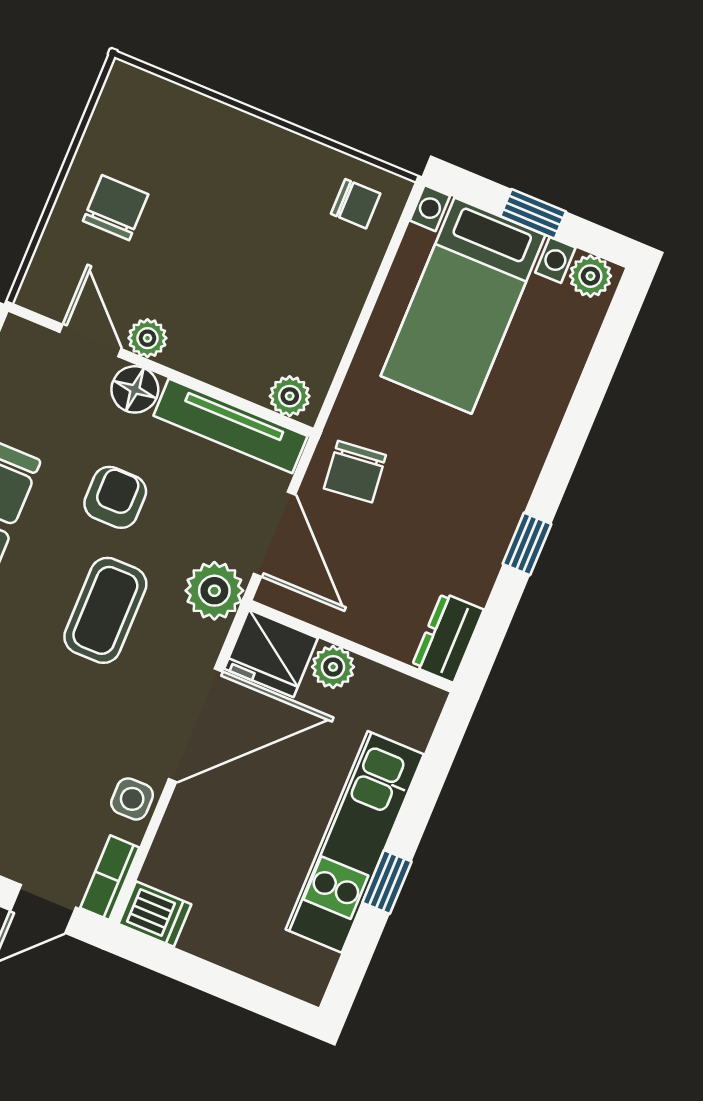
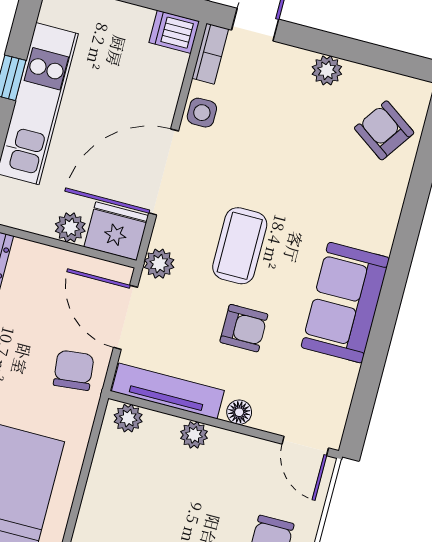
plant: (147, 338) -> (194, 435), moved
door: (90, 341) -> (305, 446), moved
floor lamp: (135, 389) -> (239, 412), width x0.73, depth x0.73
armchair: (115, 497) -> (244, 328), turned -90
plant: (214, 591) -> (159, 264), width x0.73, depth x0.73

